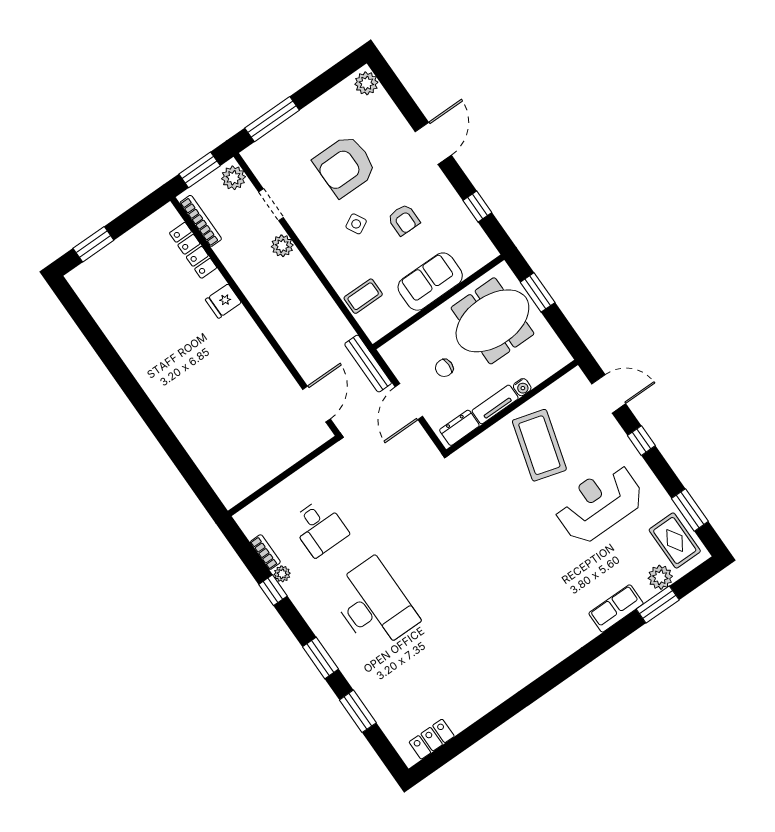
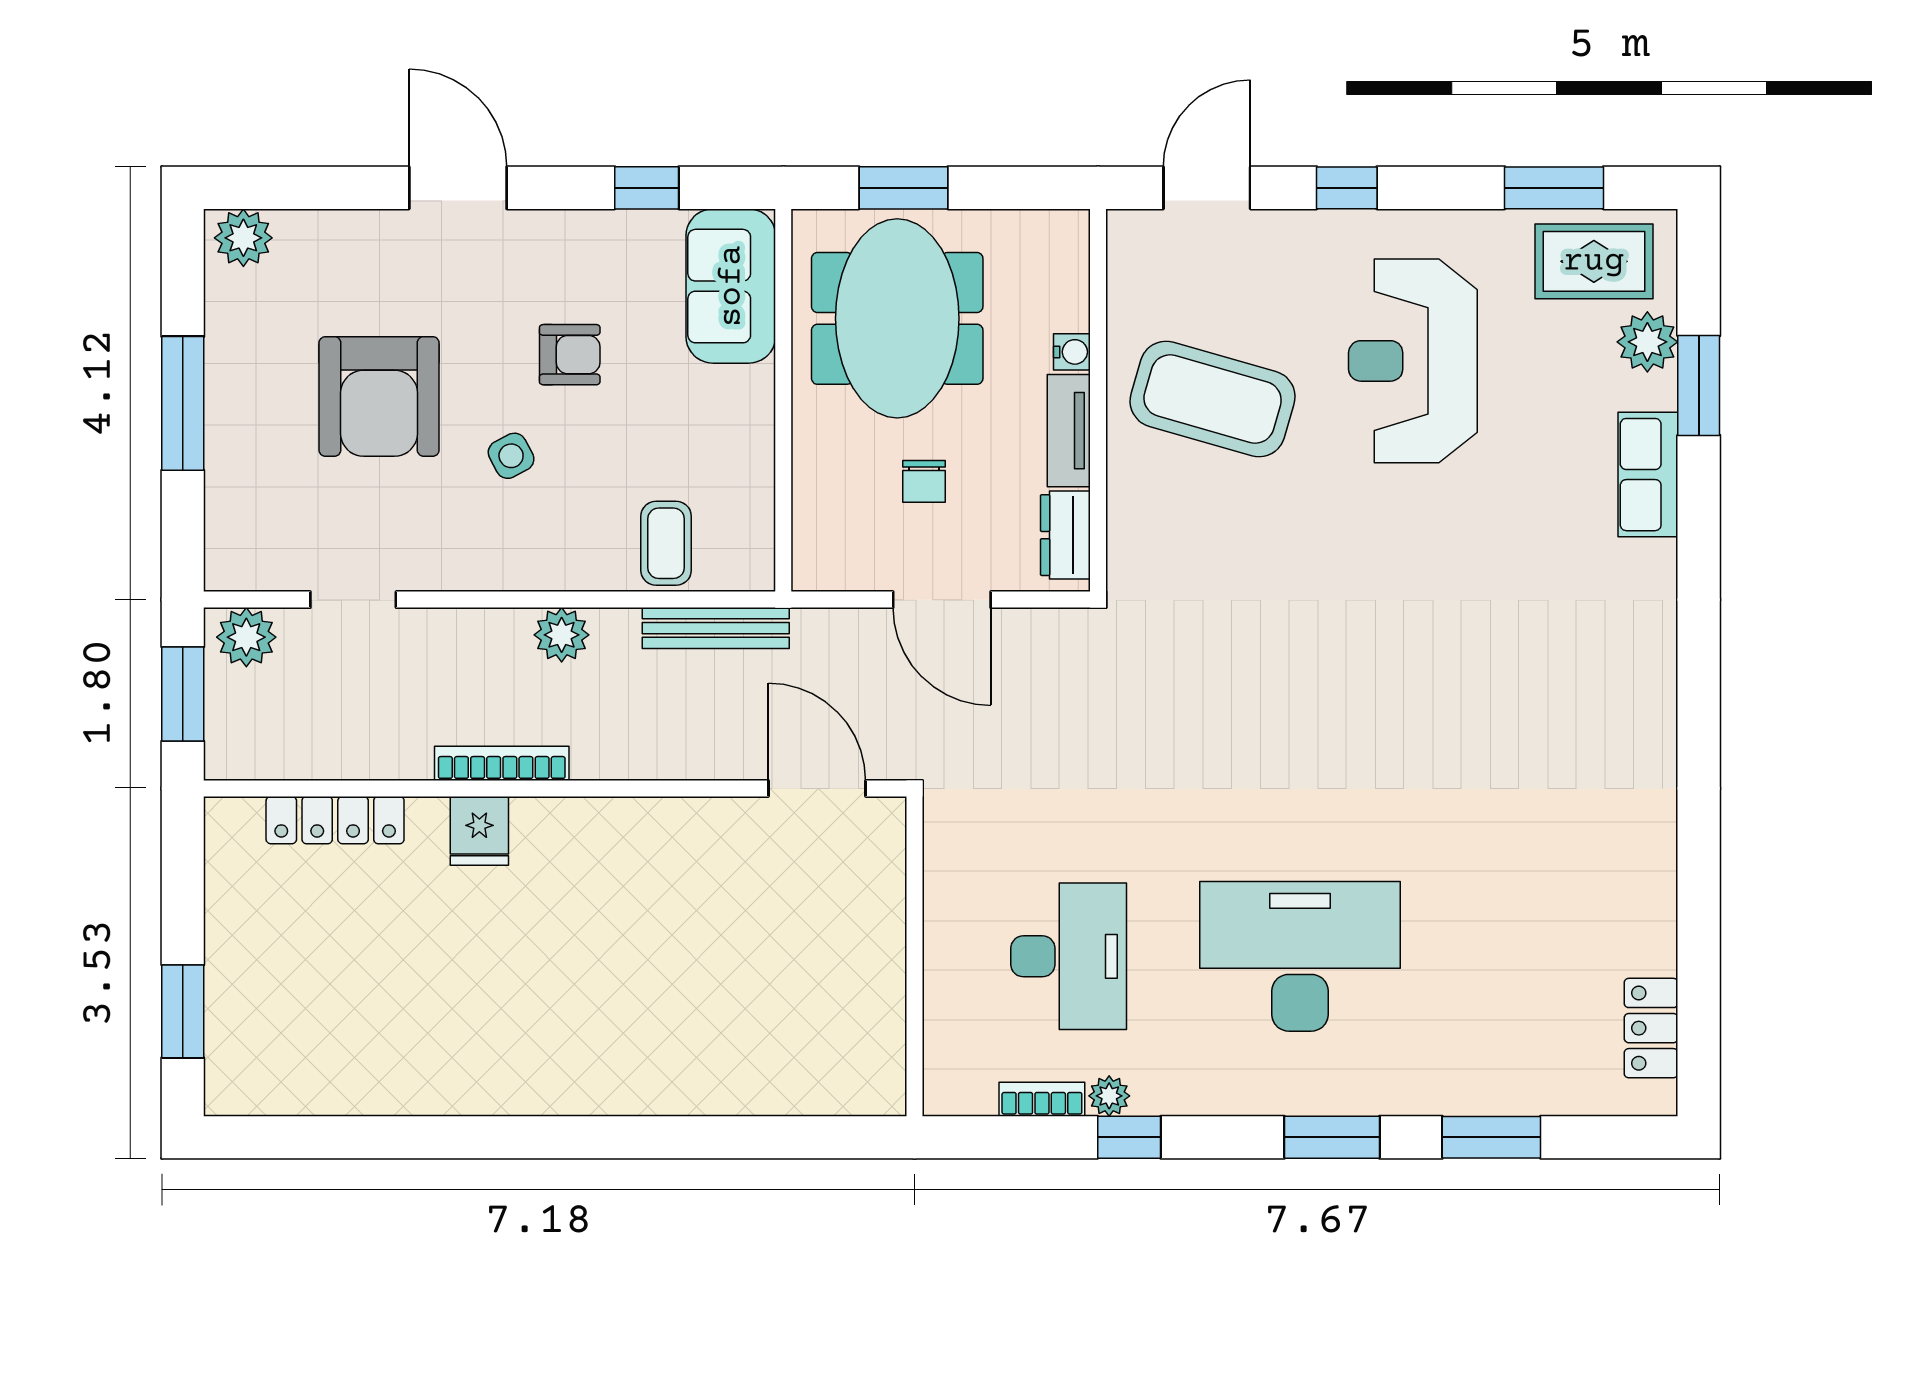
window: (272, 119) -> (183, 403), moved
bookcase: (201, 221) -> (502, 763), moved
plant: (282, 246) -> (562, 635), moved
sofa: (430, 282) -> (731, 286), moved
bench: (368, 364) -> (716, 628), moved
desk: (319, 528) -> (1069, 956), width x1.37

